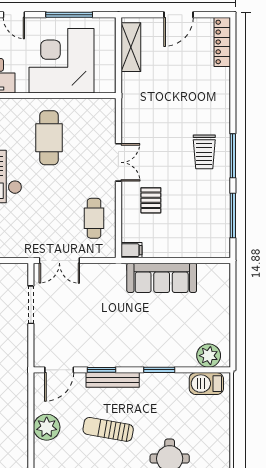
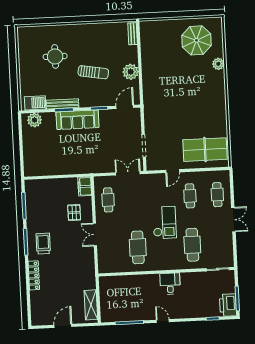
locker: (222, 42) -> (34, 275), moved
corner desk: (62, 61) -> (132, 295), removed
filing cabinet: (131, 250) -> (85, 186), width x2.00
sofa: (162, 278) -> (78, 120), moved, turned 180
bench: (113, 380) -> (62, 104), moved

